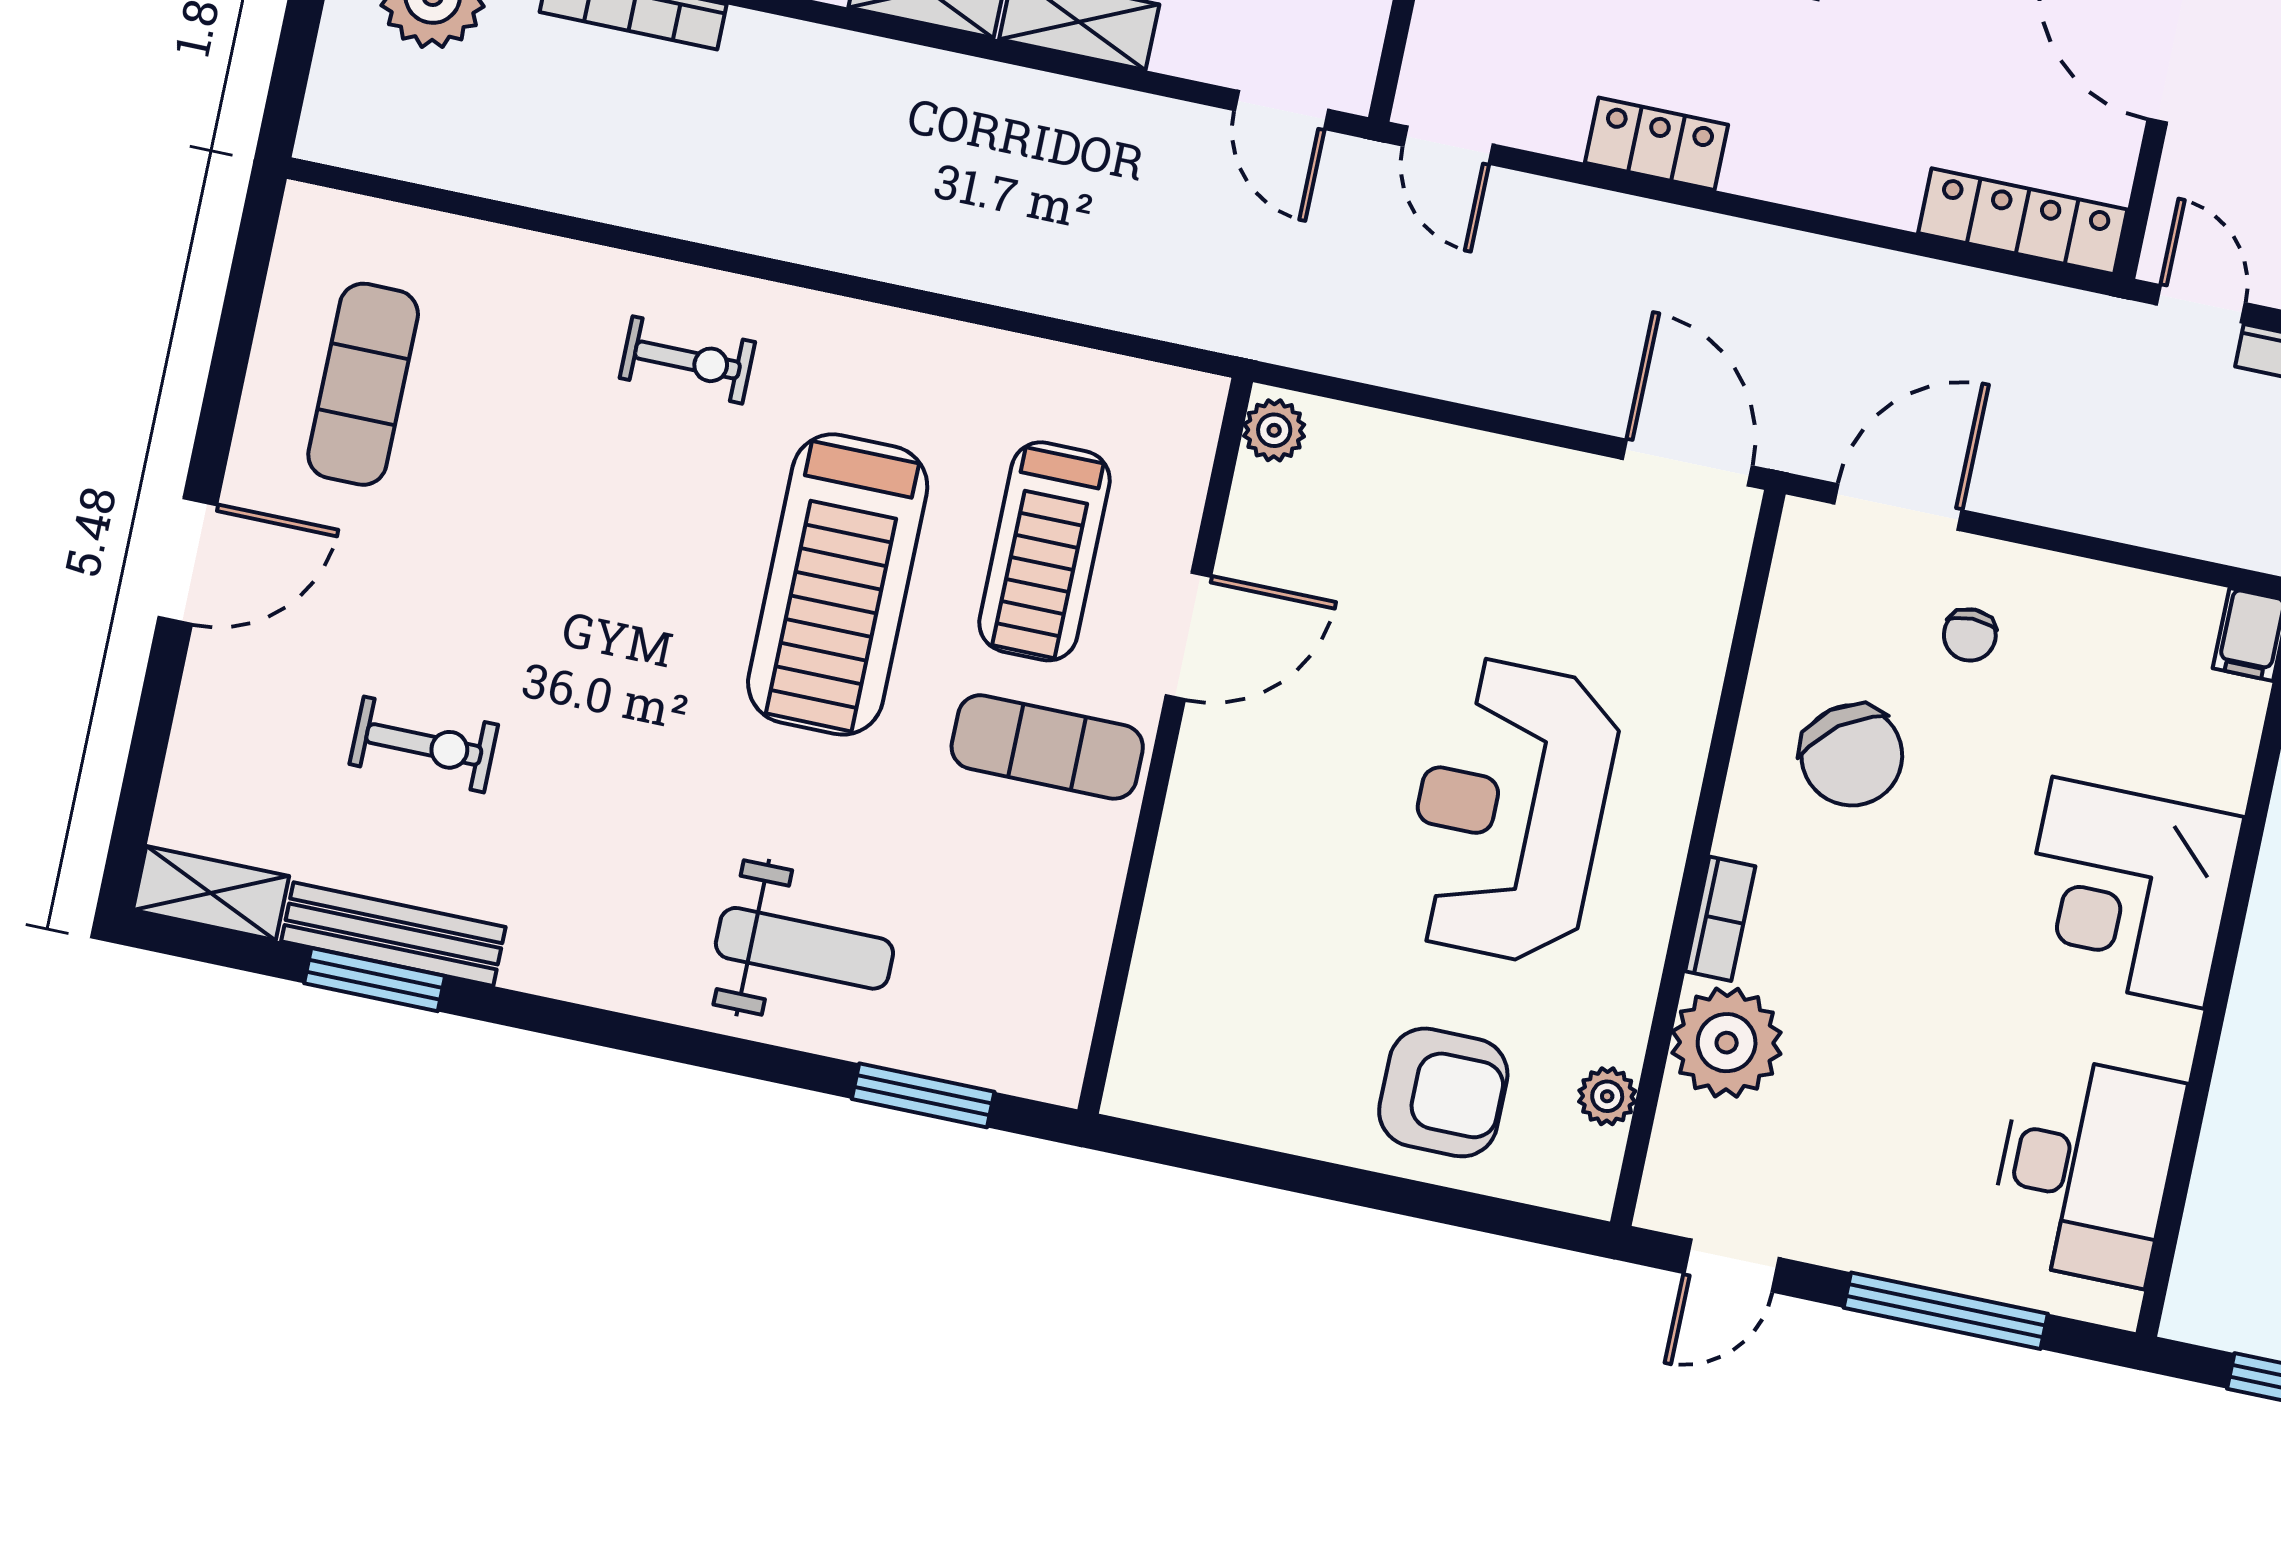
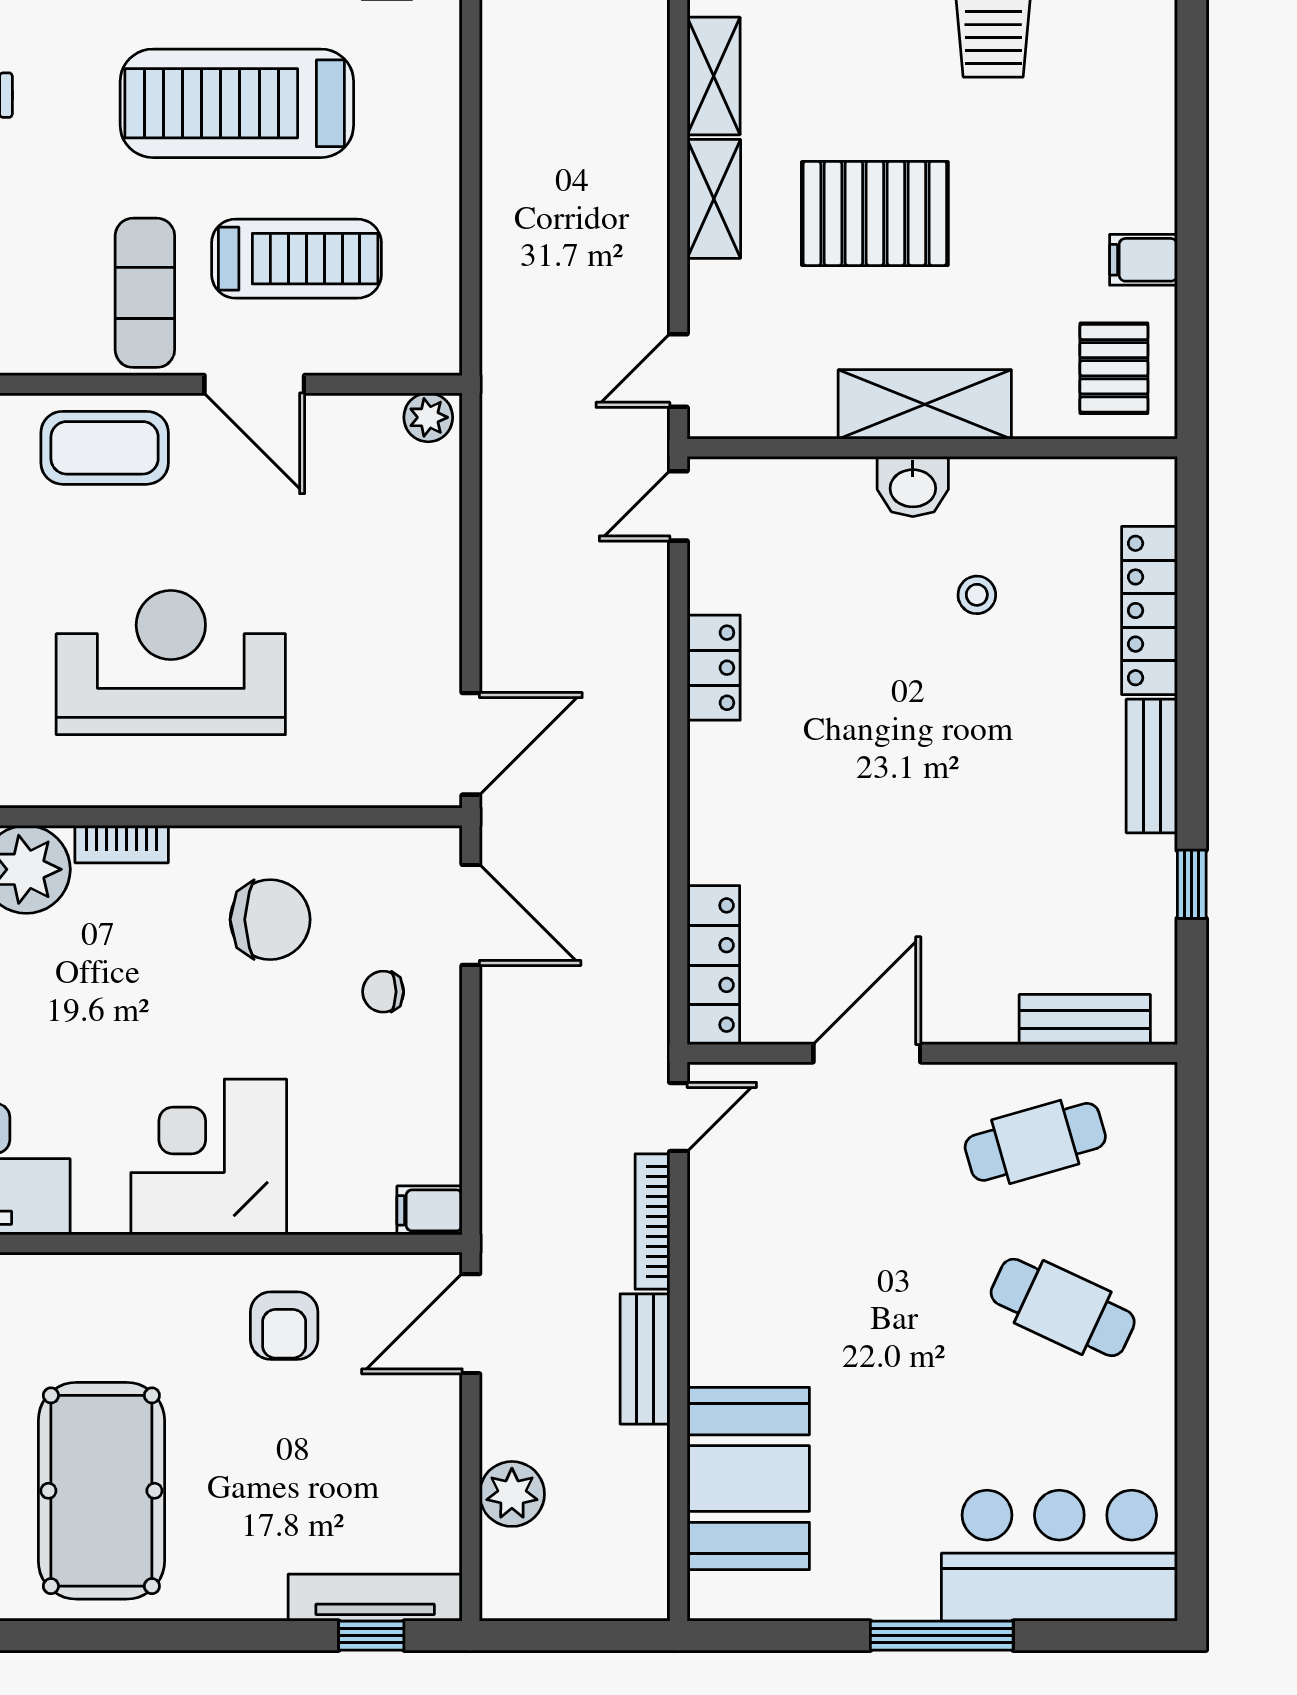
treadmill: (1044, 551) -> (296, 259), turned 180
chair: (1852, 755) -> (270, 920), turned -143
coffee table: (1228, 837) -> (105, 448), added

